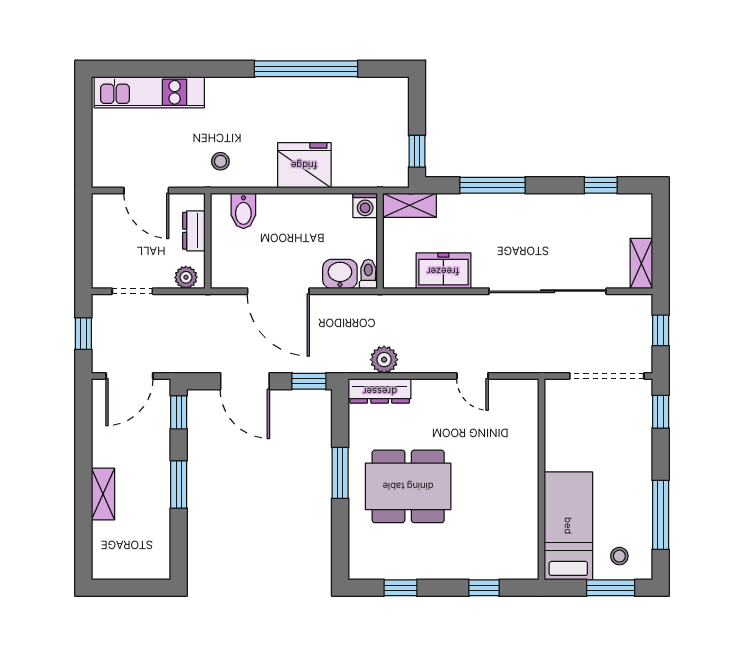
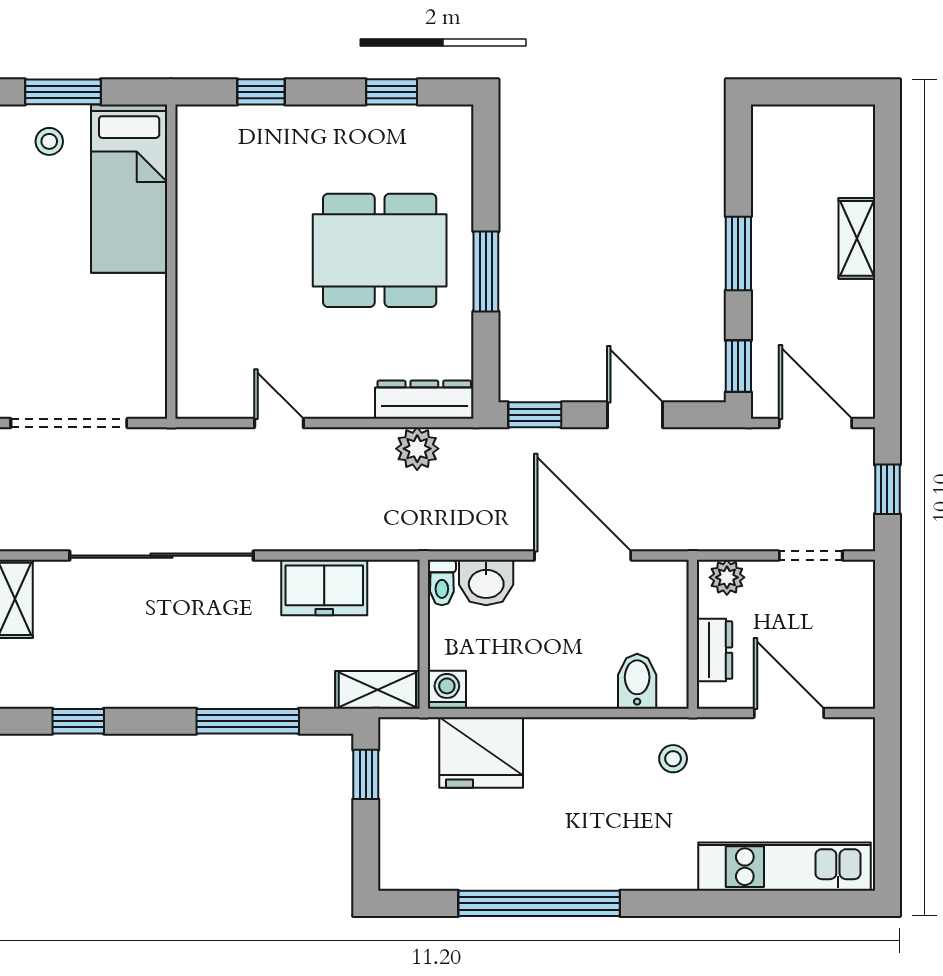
fridge: (304, 165) -> (481, 752), moved
door: (129, 376) -> (815, 423), hinge flipped
door: (245, 381) -> (635, 415), width x0.73

